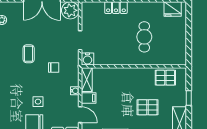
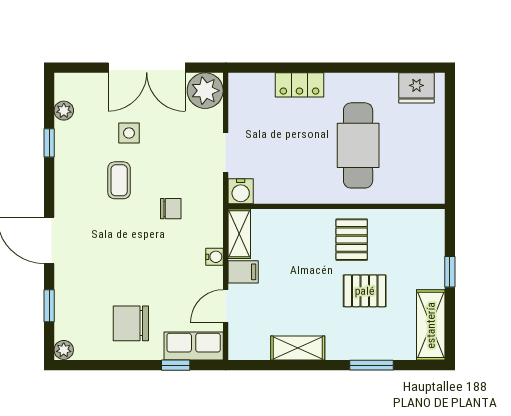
cafe table: (144, 37) -> (358, 145), width x1.37, depth x1.35
pallet: (165, 78) -> (352, 240), moved, turned 90
side table: (38, 102) -> (129, 133), moved
door: (80, 115) -> (226, 306), swing flipped

